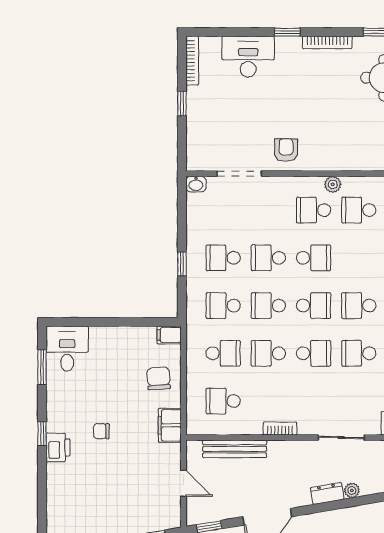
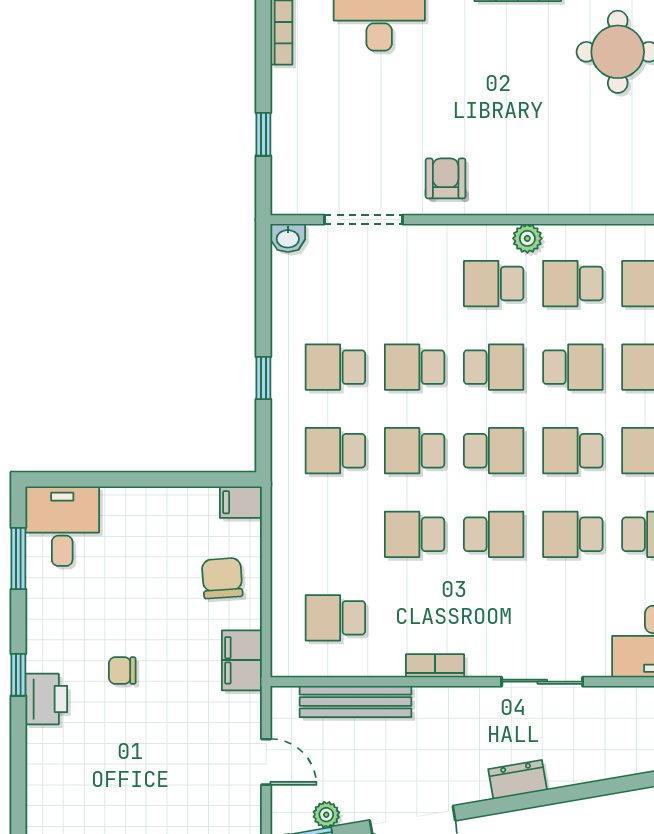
window: (182, 103) -> (263, 134), moved
school desk: (223, 353) -> (573, 367), moved
plant: (352, 490) -> (326, 815), moved

